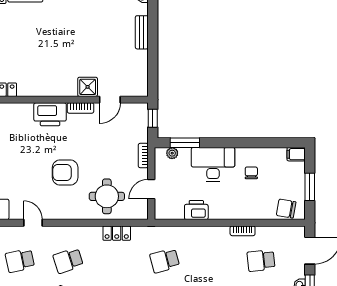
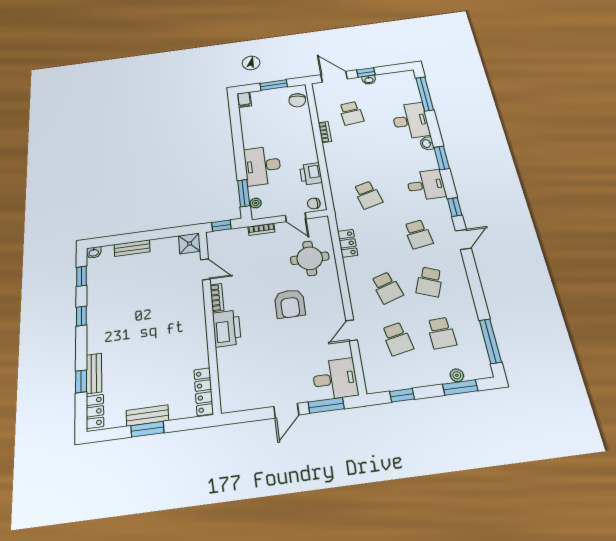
shower: (88, 87) -> (190, 244), moved
chair: (251, 173) -> (314, 203), moved

